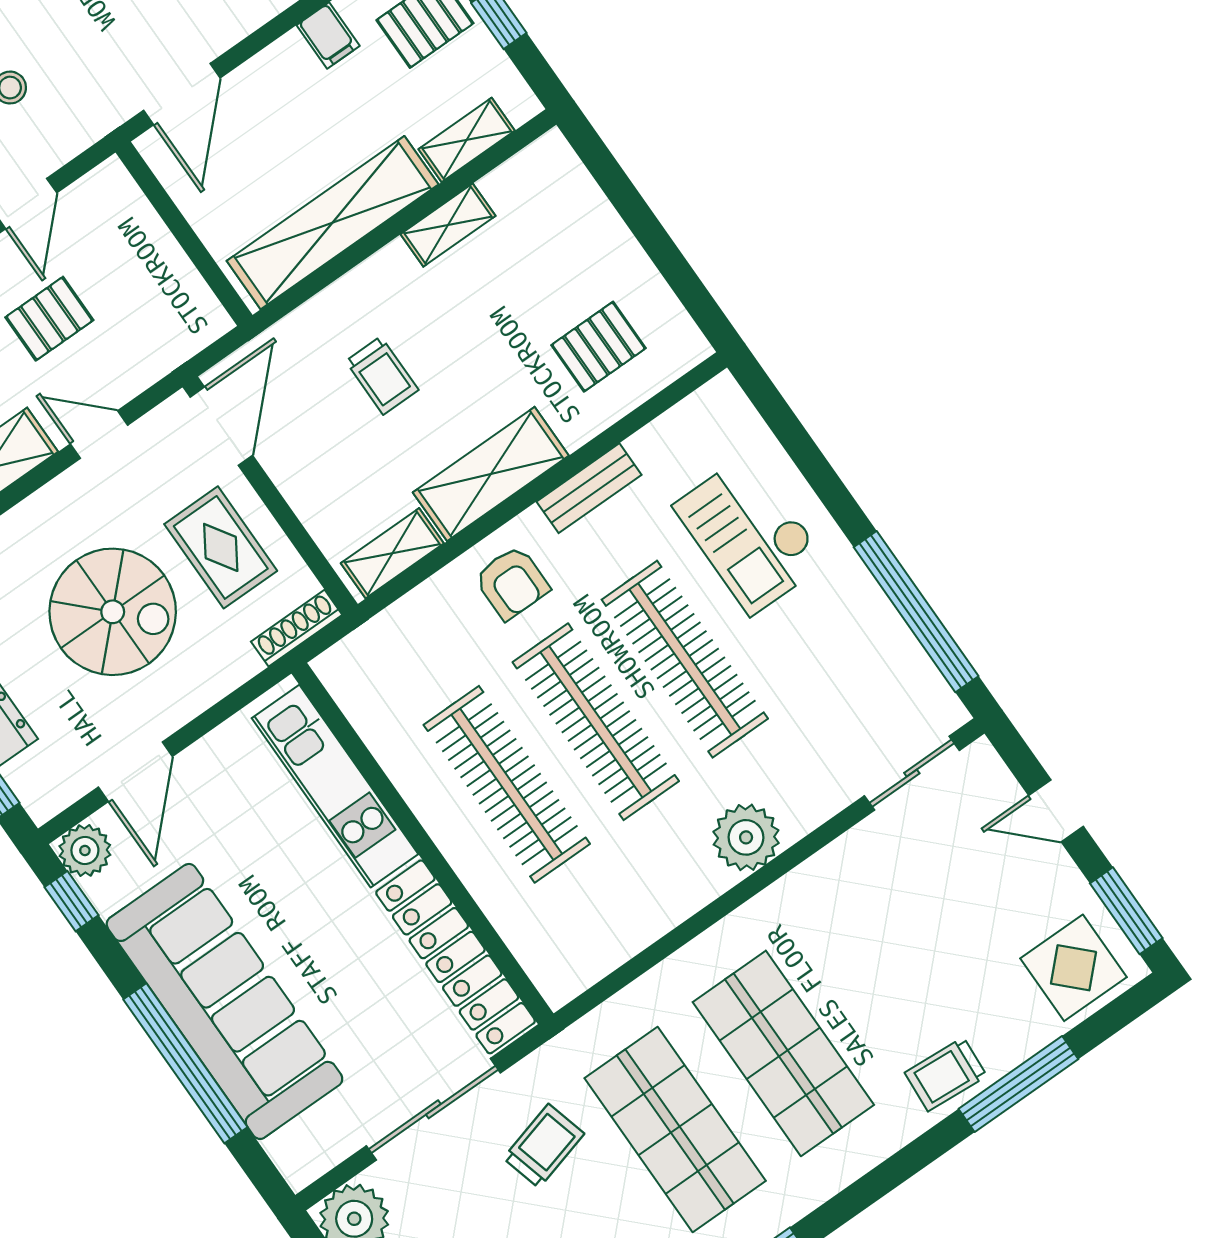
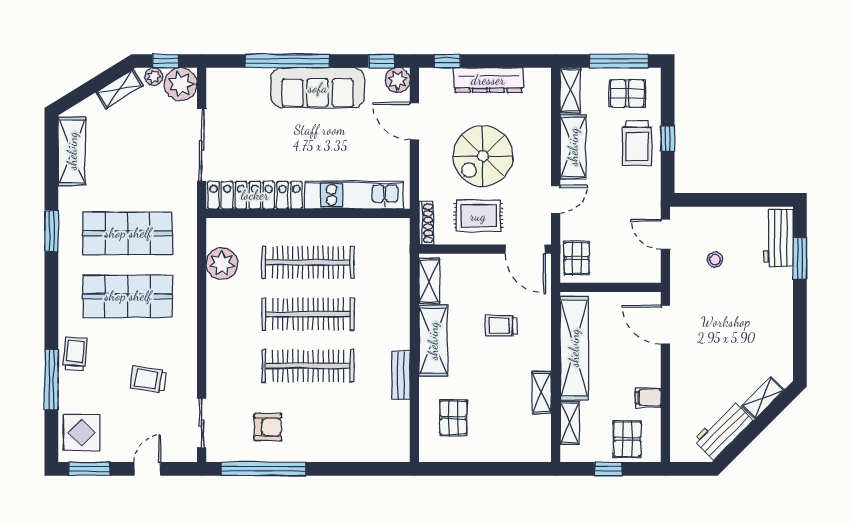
pallet: (49, 319) -> (577, 258), moved
checkout: (750, 534) -> (339, 425), removed
armchair: (512, 583) -> (268, 427), moved, turned 180
plant: (746, 837) -> (222, 264), moved
sofa: (224, 1001) -> (318, 88), width x0.74, depth x0.79
trolley: (544, 1146) -> (148, 379), moved, turned 114

